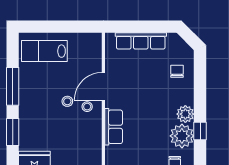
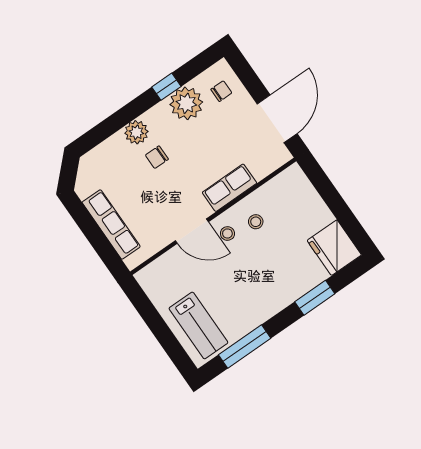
chair: (177, 71) -> (157, 157), moved
window: (13, 86) -> (245, 347), moved
stool: (67, 101) -> (256, 222), moved
plant: (185, 114) -> (136, 132), moved

